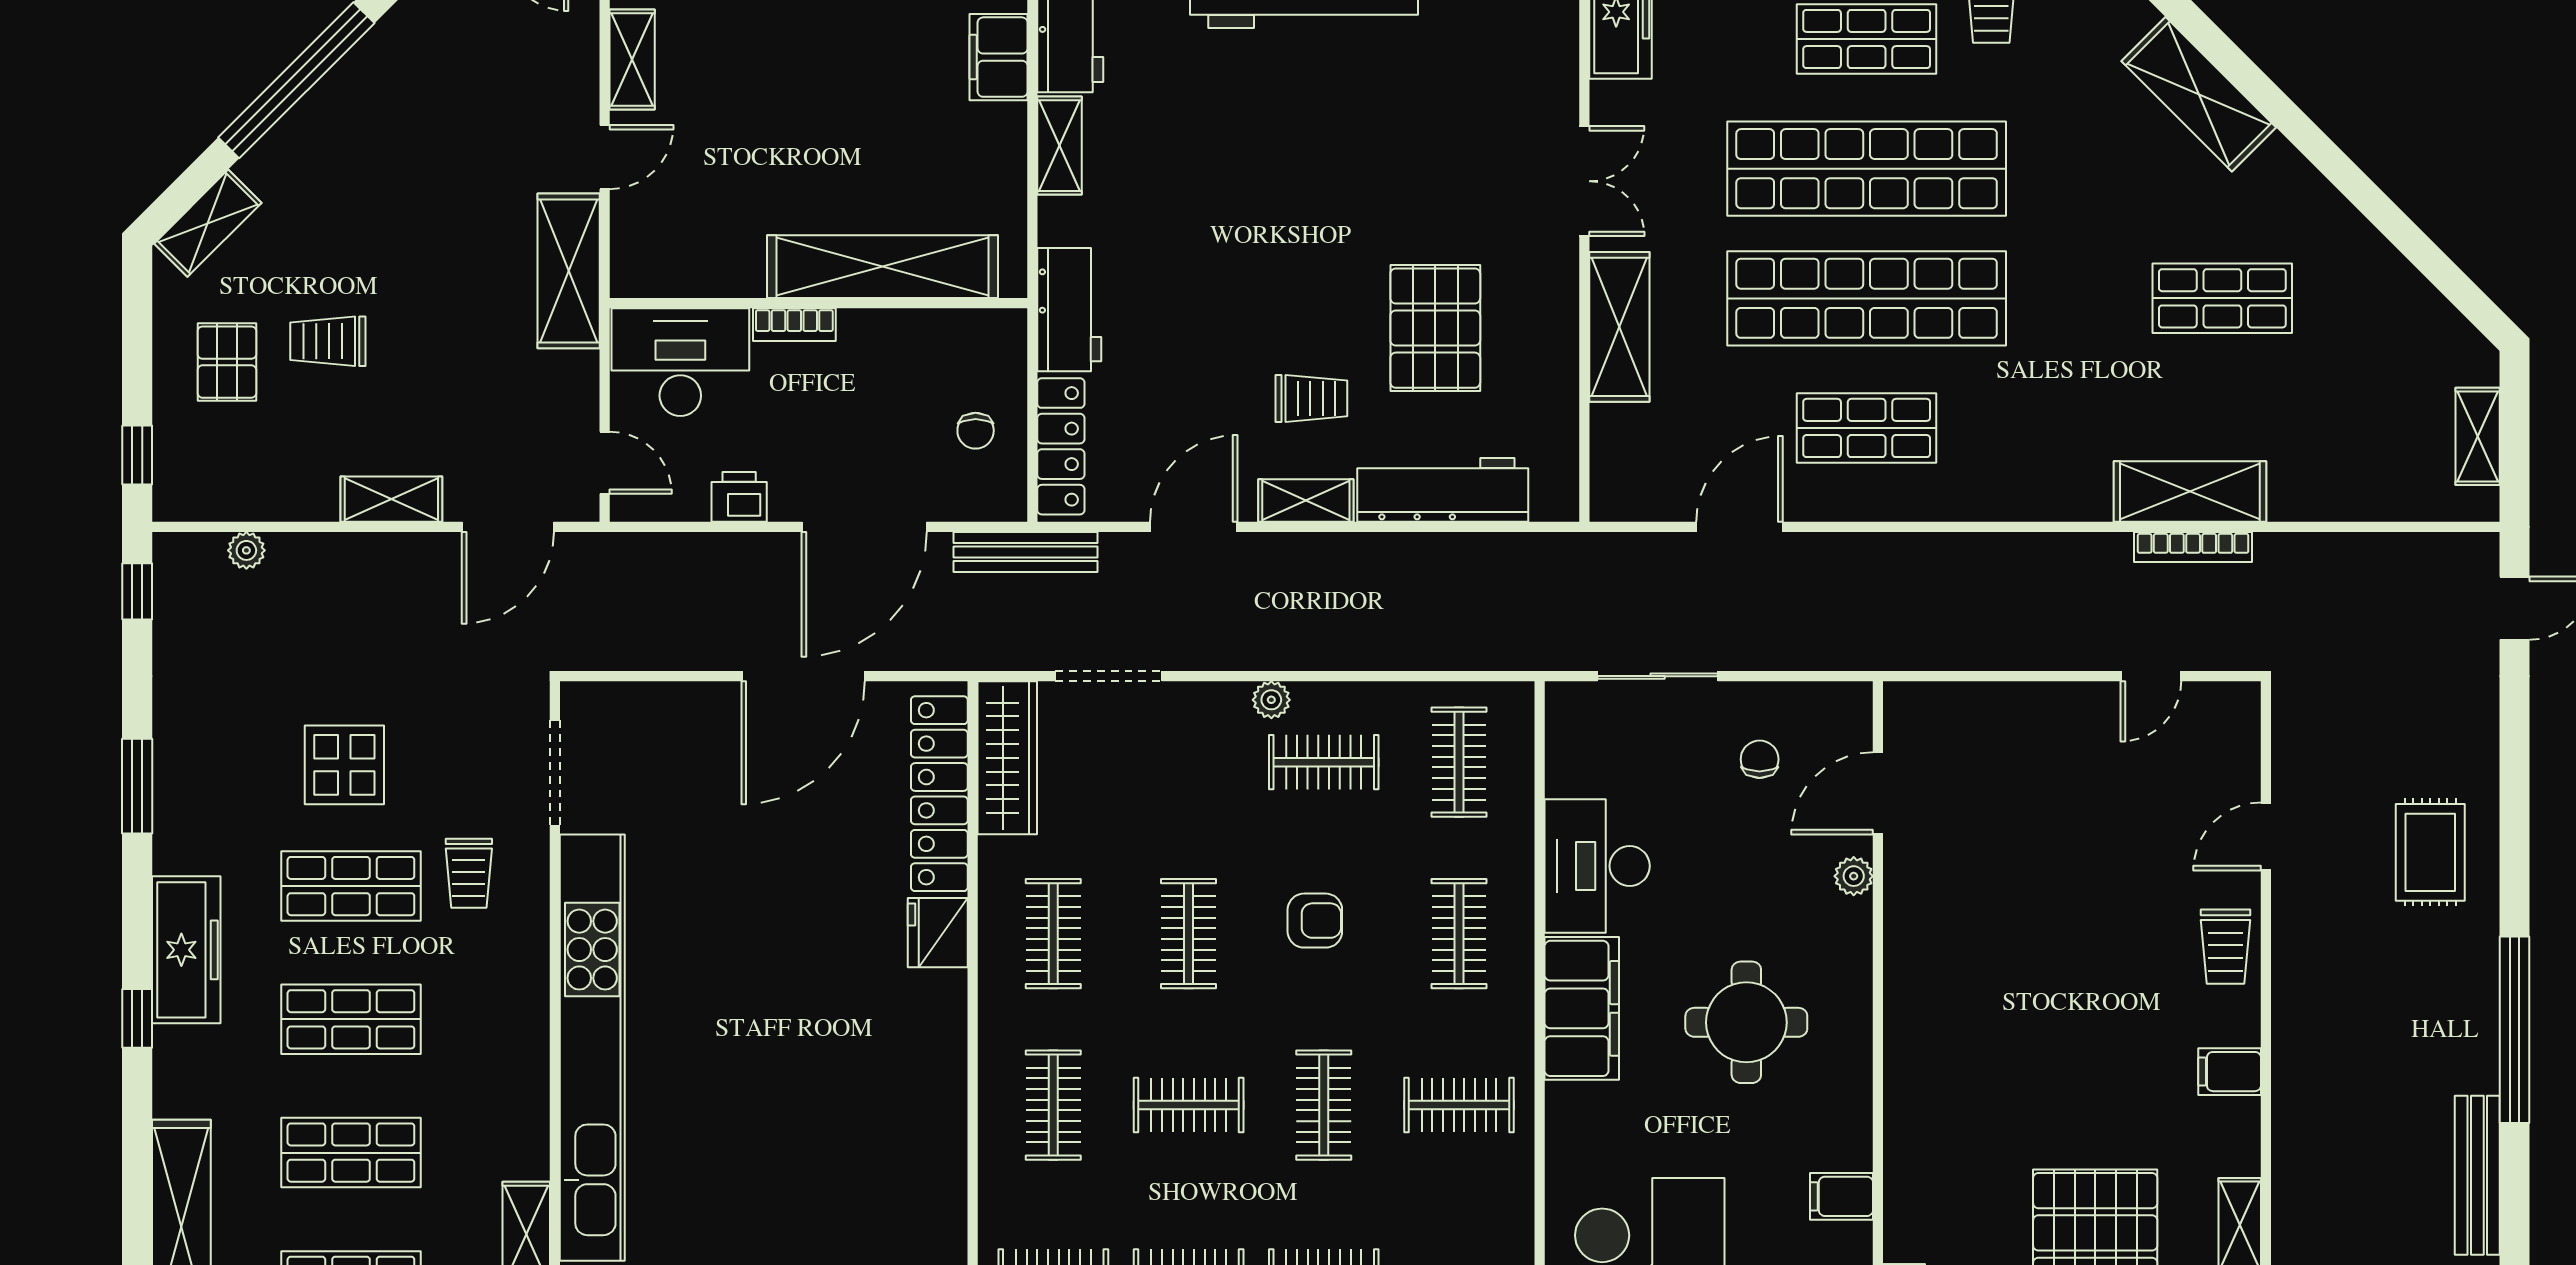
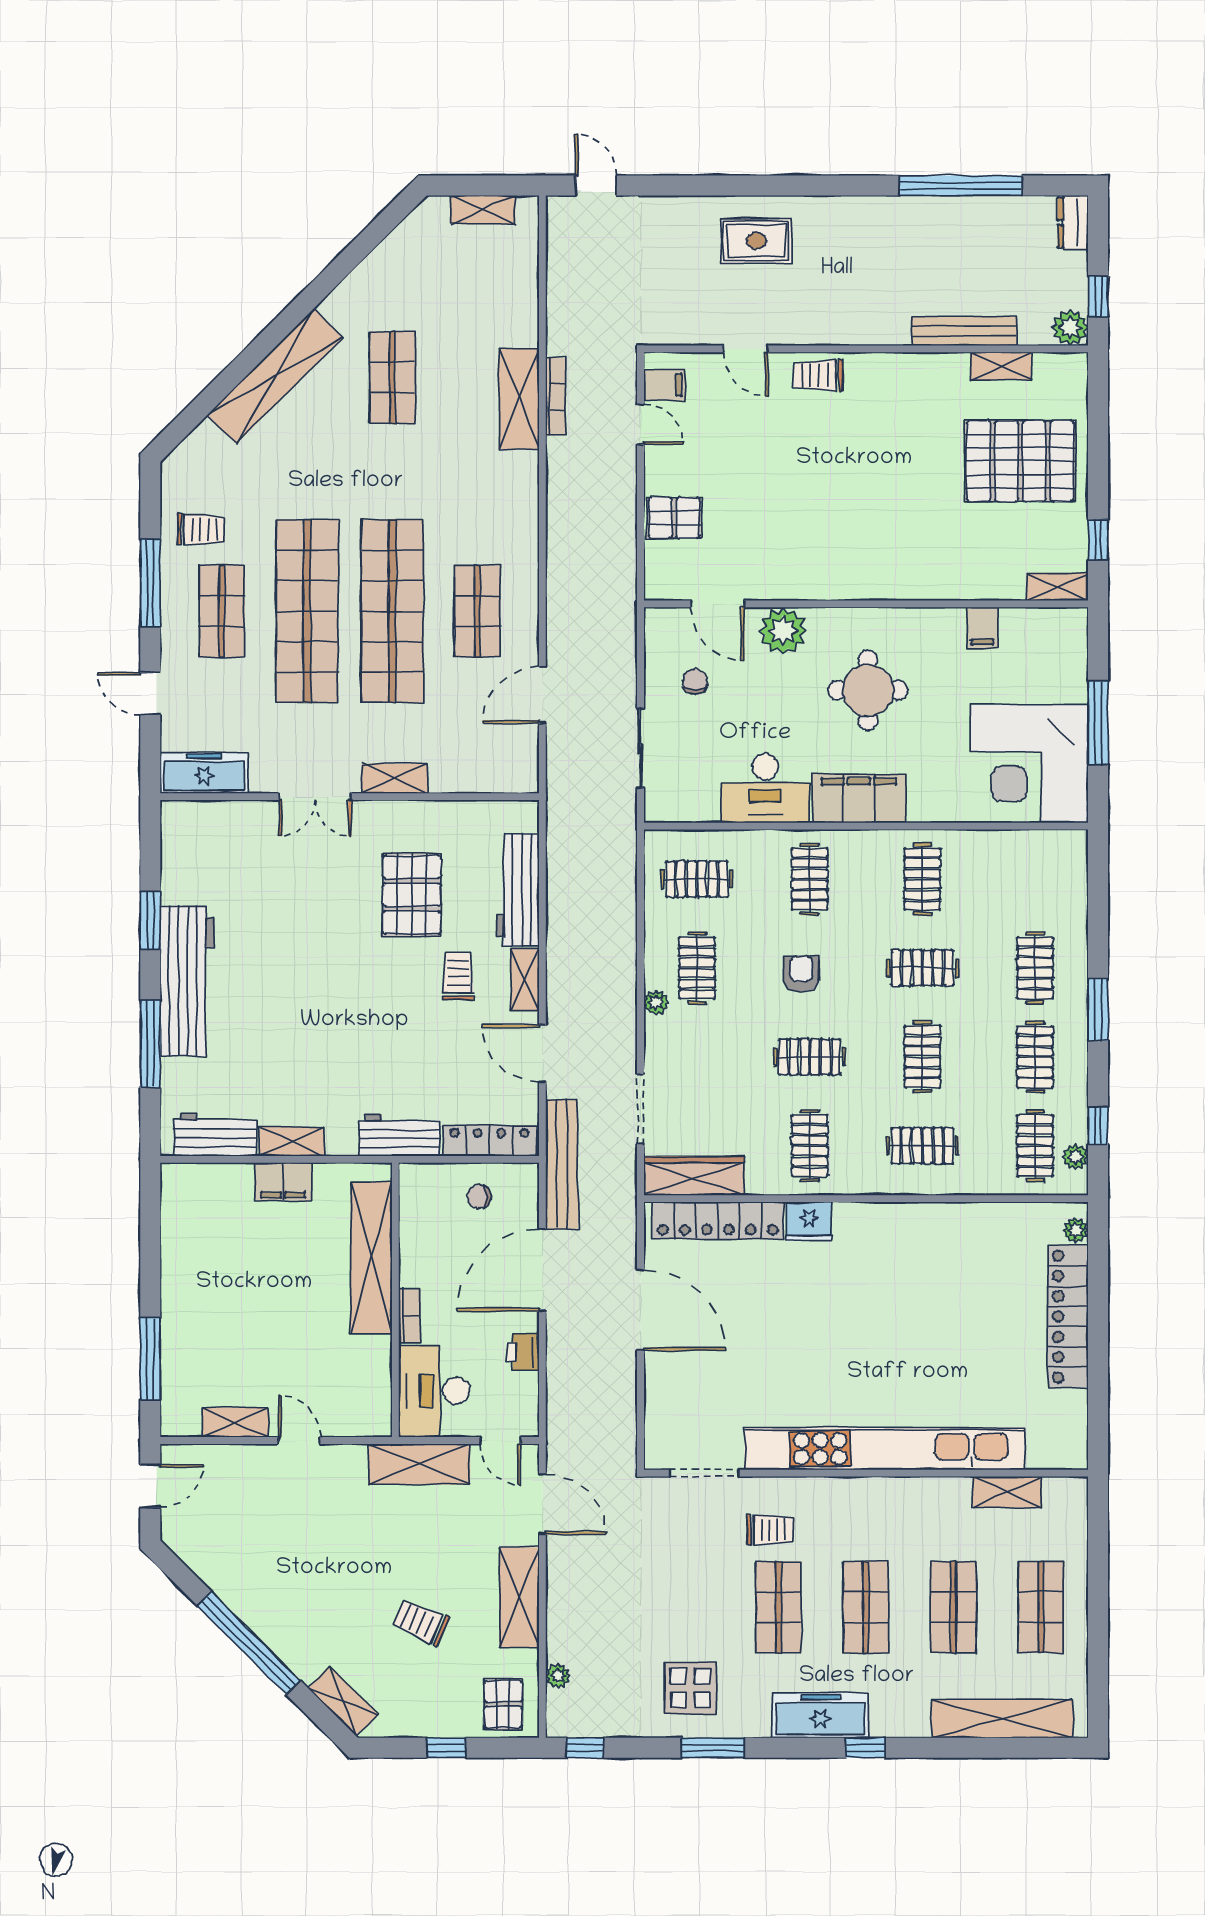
filing cabinet: (999, 57) -> (283, 1182), moved
shelving: (2199, 94) -> (275, 376), width x1.47
double door: (1584, 181) -> (315, 797), swing flipped
shelving: (569, 271) -> (419, 1464), moved
shelving: (1619, 327) -> (395, 779), width x0.67, depth x0.75
pallet: (1435, 328) -> (412, 895), turned 90
trolley: (328, 341) -> (420, 1622), turned 113
pallet: (227, 362) -> (503, 1704), moved, turned 90
chair: (976, 431) -> (479, 1197), turned 180
window: (137, 455) -> (446, 1748), moved
door: (605, 463) -> (500, 1441), swing flipped
shelving: (391, 499) -> (519, 1597), width x1.50, depth x1.33
door: (864, 527) -> (542, 1270), swing flipped
door: (1740, 527) -> (542, 695), hinge flipped
bench: (1025, 552) -> (562, 1164), width x1.37, depth x1.21
pallet: (2009, 727) -> (674, 518), added
chair: (1760, 759) -> (695, 682), turned 90
display table: (344, 765) -> (690, 1688), moved
plant: (1854, 876) -> (783, 631), width x1.88, depth x1.88
clothes rail: (1053, 934) -> (810, 1146), turned 90
clothes rail: (1459, 934) -> (810, 879), turned 90
trolley: (2225, 947) -> (818, 375), turned 180
window: (2514, 1030) -> (961, 185), moved
filing cabinet: (2230, 1072) -> (664, 385), moved, turned -90
bench: (2477, 1175) -> (964, 331), moved

